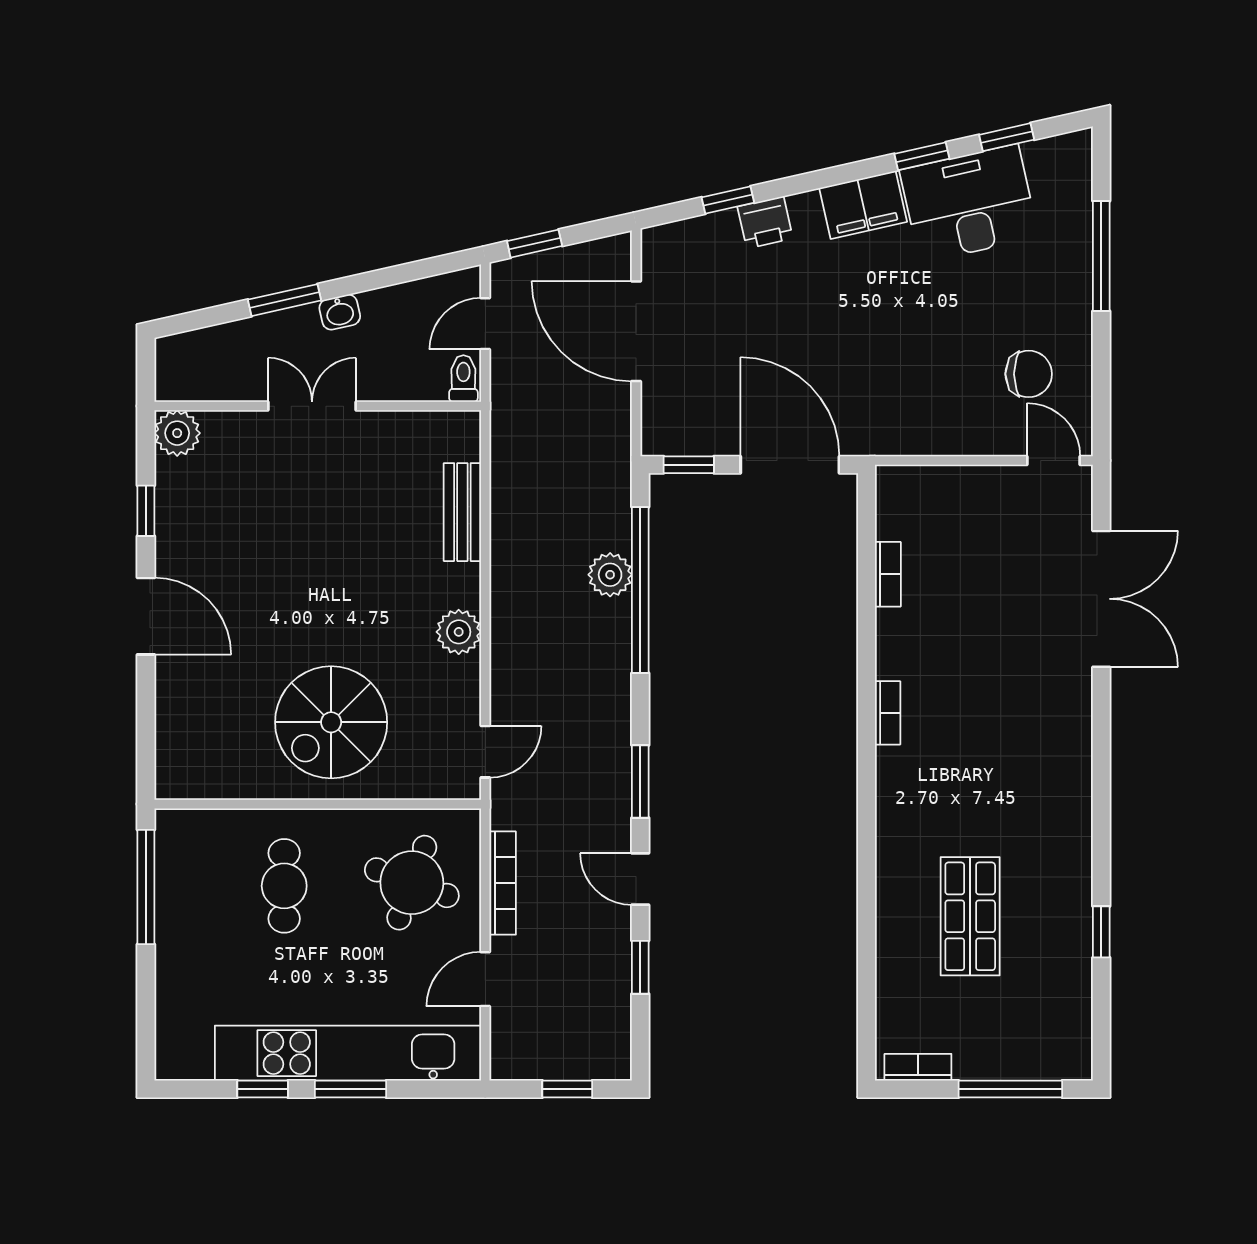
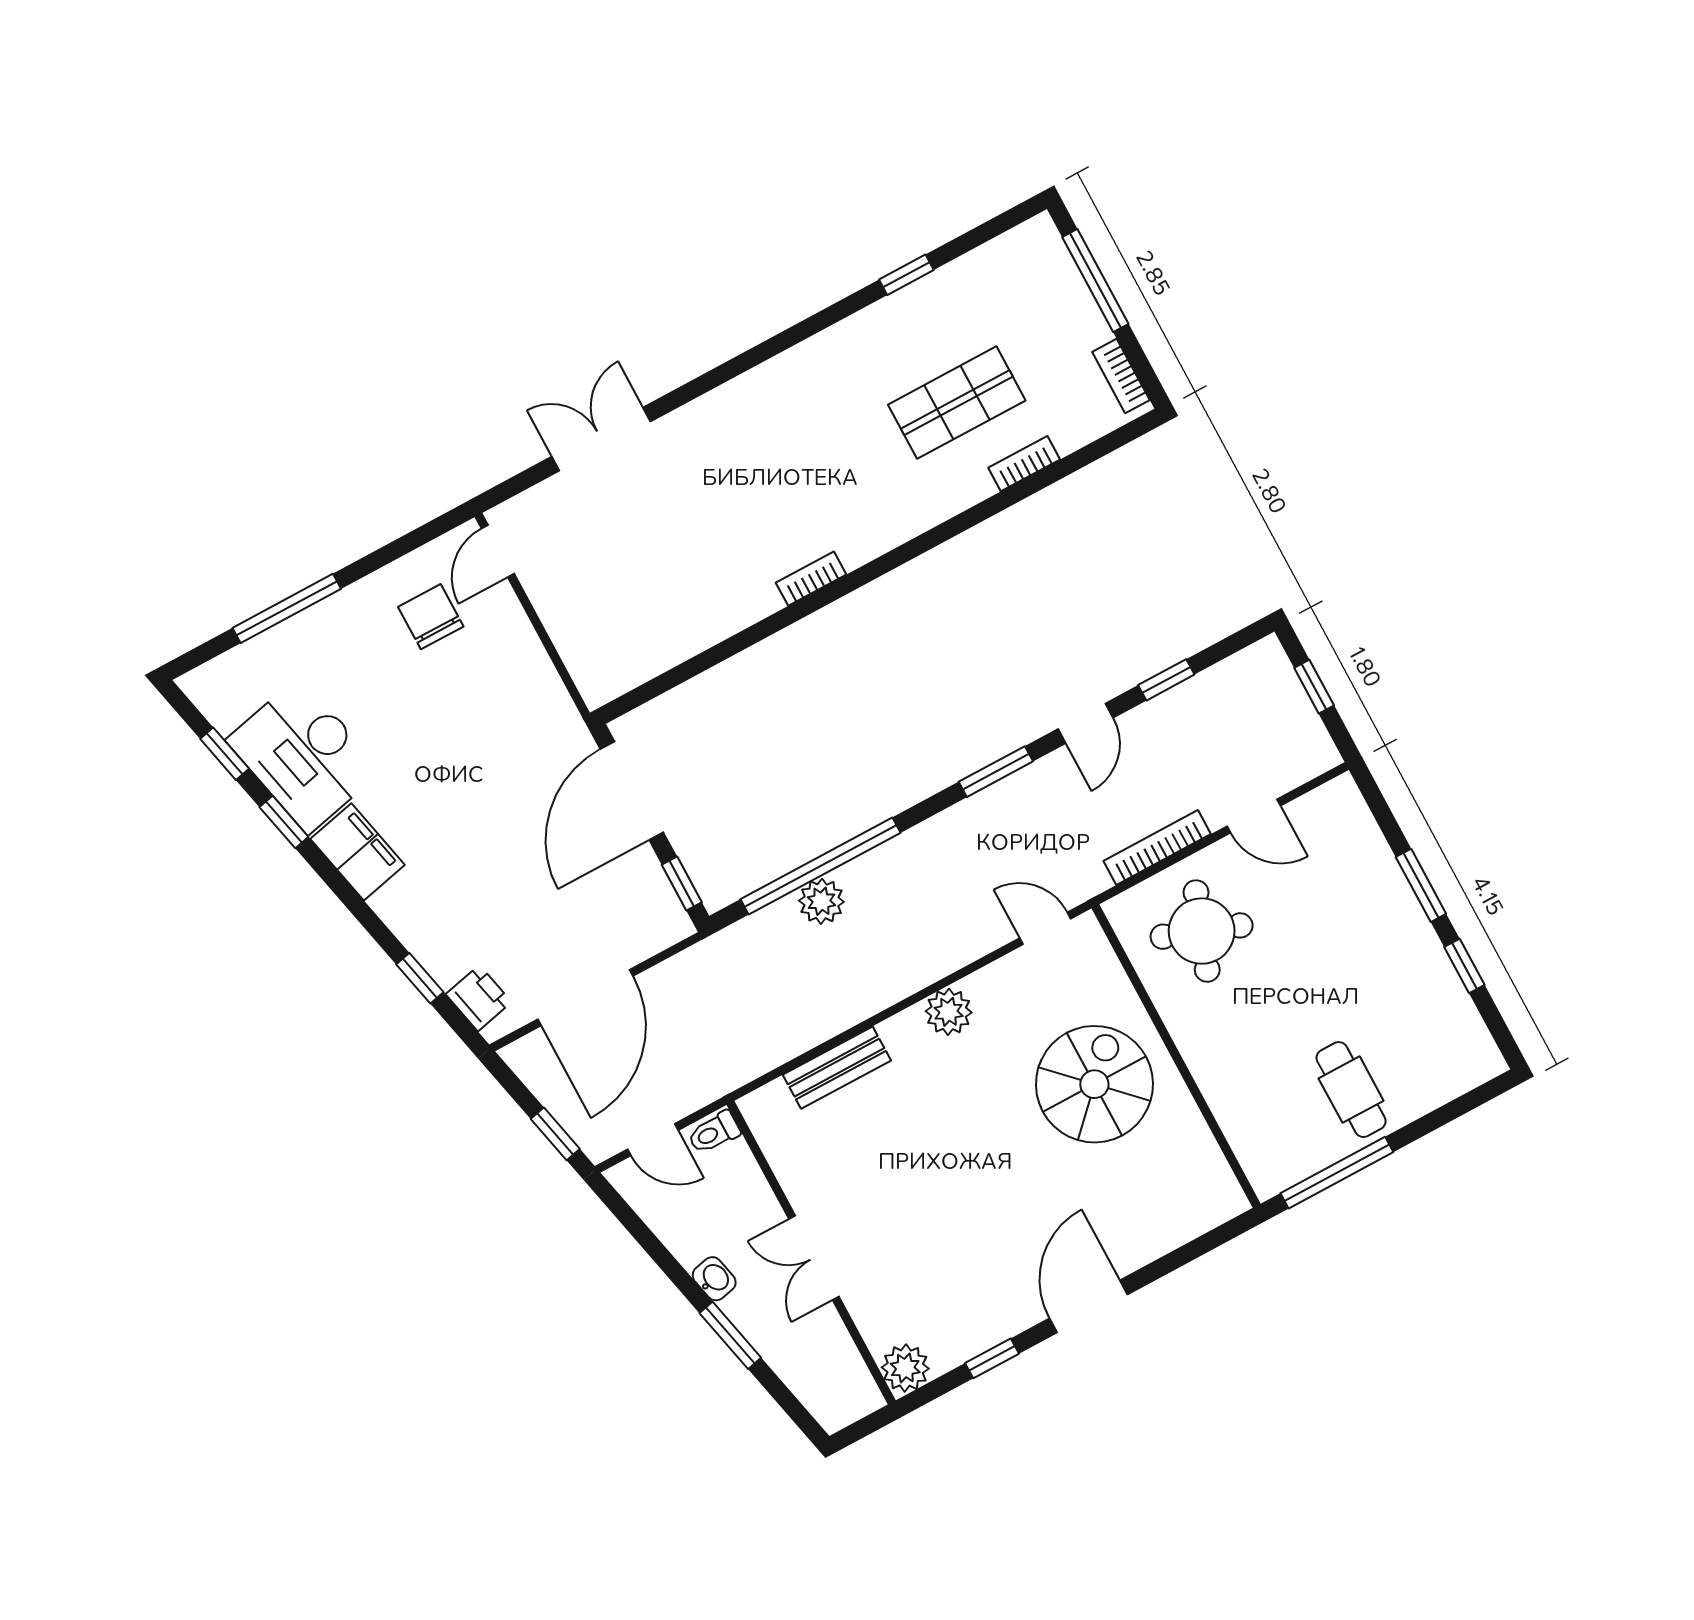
printer: (765, 222) -> (479, 998), moved
bookcase: (888, 574) -> (1024, 464), moved
double door: (1101, 599) -> (601, 439), width x0.73
spiral stairs: (331, 722) -> (1094, 1084), turned -90
cafe table: (284, 886) -> (1351, 1090), moved, turned 90
kitchen unit: (348, 1053) -> (1389, 905), removed

